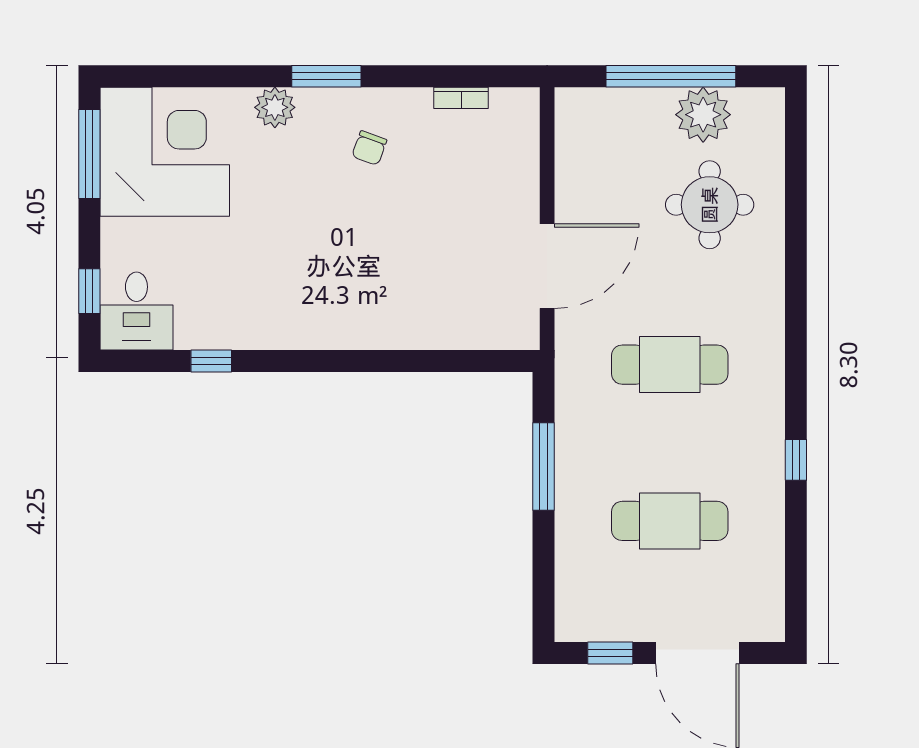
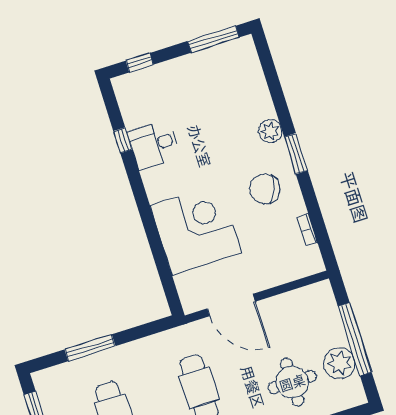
chair: (369, 148) -> (265, 189), width x1.87, depth x1.87
corner desk: (165, 152) -> (196, 229), moved, turned -90
desk: (136, 311) -> (154, 145), moved
window: (544, 466) -> (90, 348), moved

